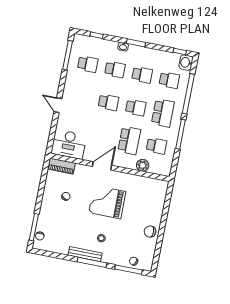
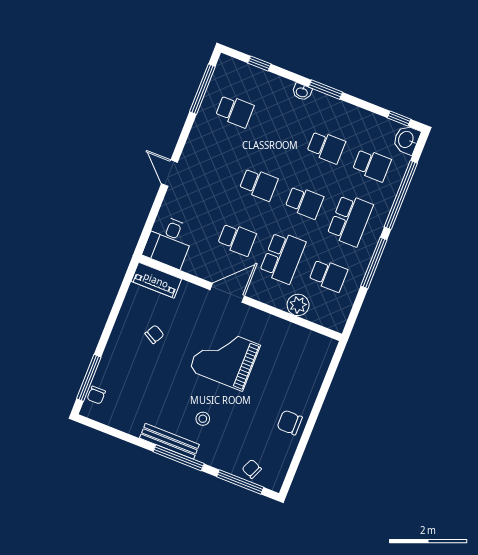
school desk: (115, 69) -> (237, 239), moved
desk: (69, 144) -> (169, 242), width x0.73

